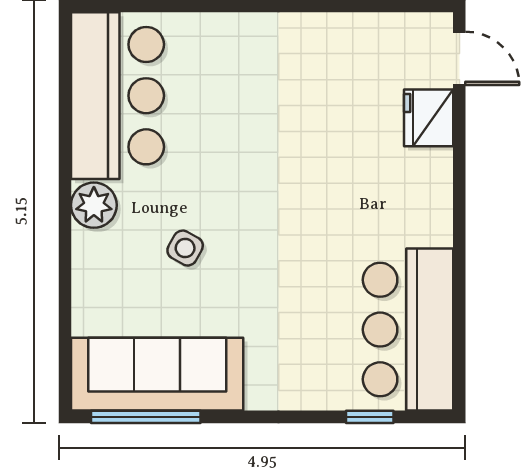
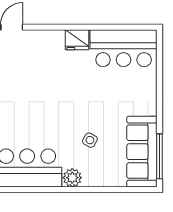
fridge: (429, 118) -> (77, 40), moved
window: (370, 417) -> (160, 64), removed

